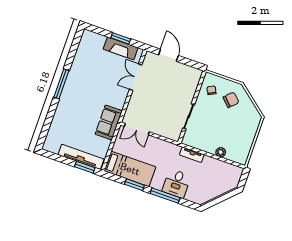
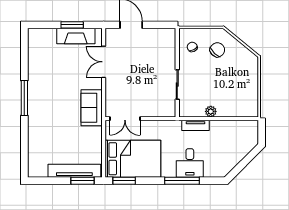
sofa: (109, 123) -> (92, 108), moved
plant: (221, 152) -> (211, 111), moved
bed: (130, 169) -> (133, 159), width x1.50
window: (134, 185) -> (124, 181), moved

